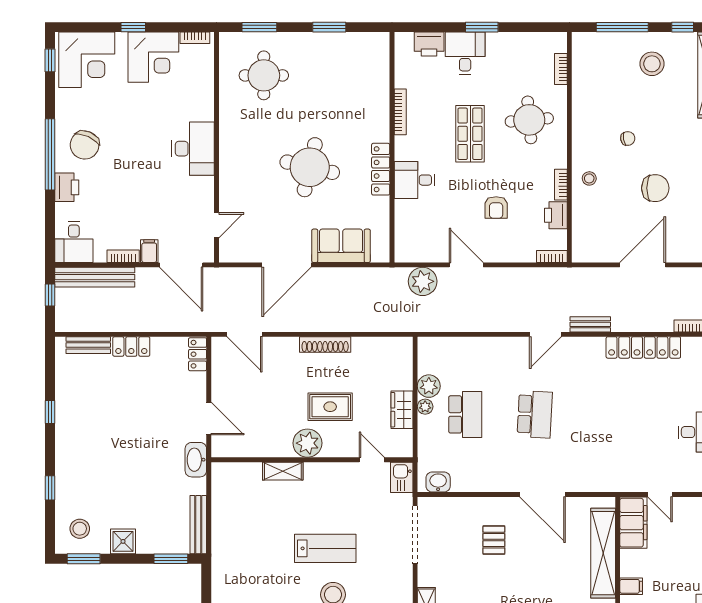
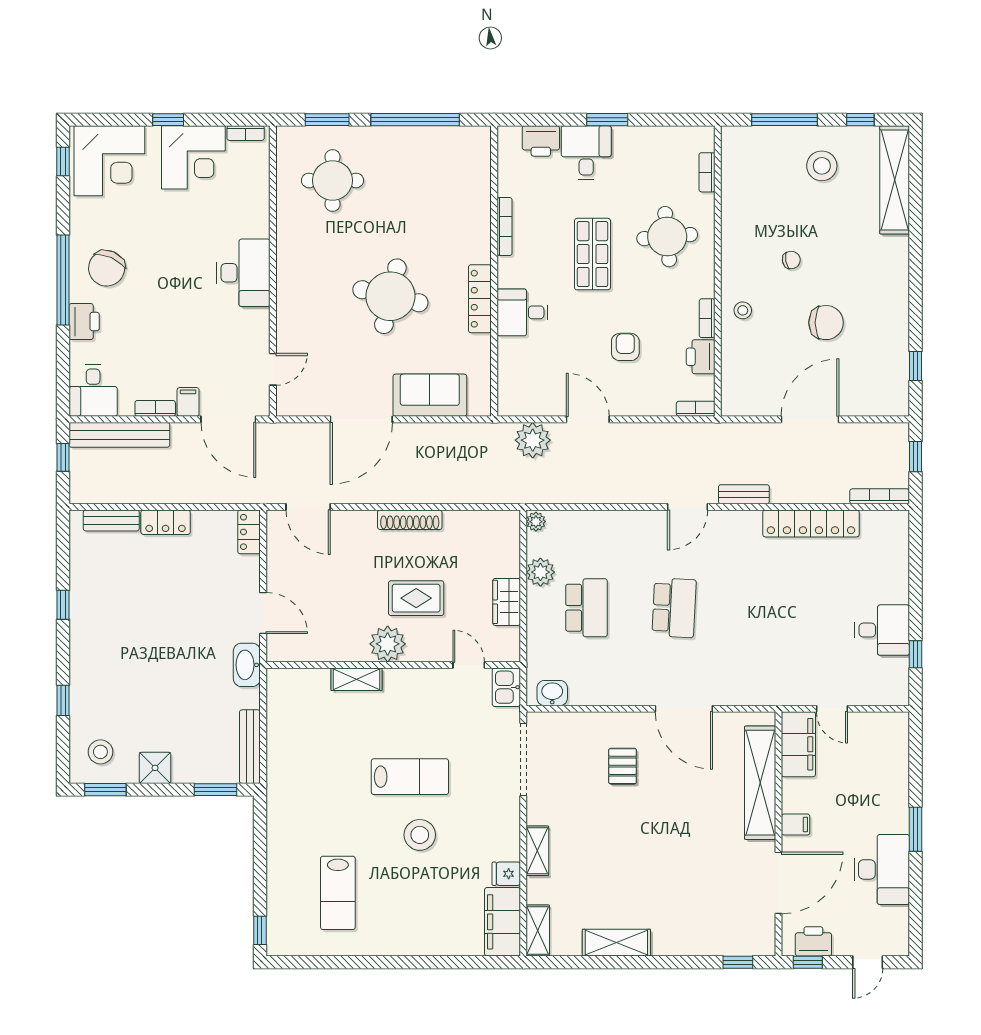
window: (329, 27) -> (415, 120), width x2.11
armchair: (496, 207) -> (625, 347), turned 180
plant: (425, 407) -> (536, 522), moved

